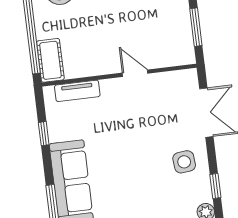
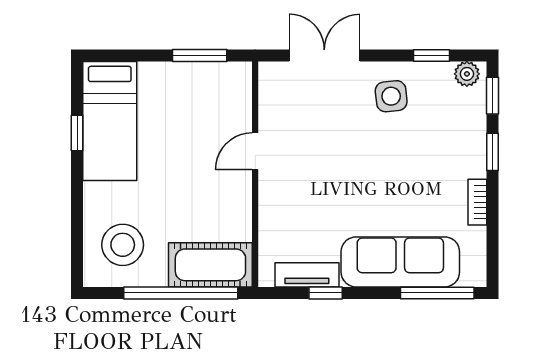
cot: (50, 60) -> (210, 265), width x1.37, depth x1.34
tv unit: (77, 91) -> (307, 275), moved, turned -90

